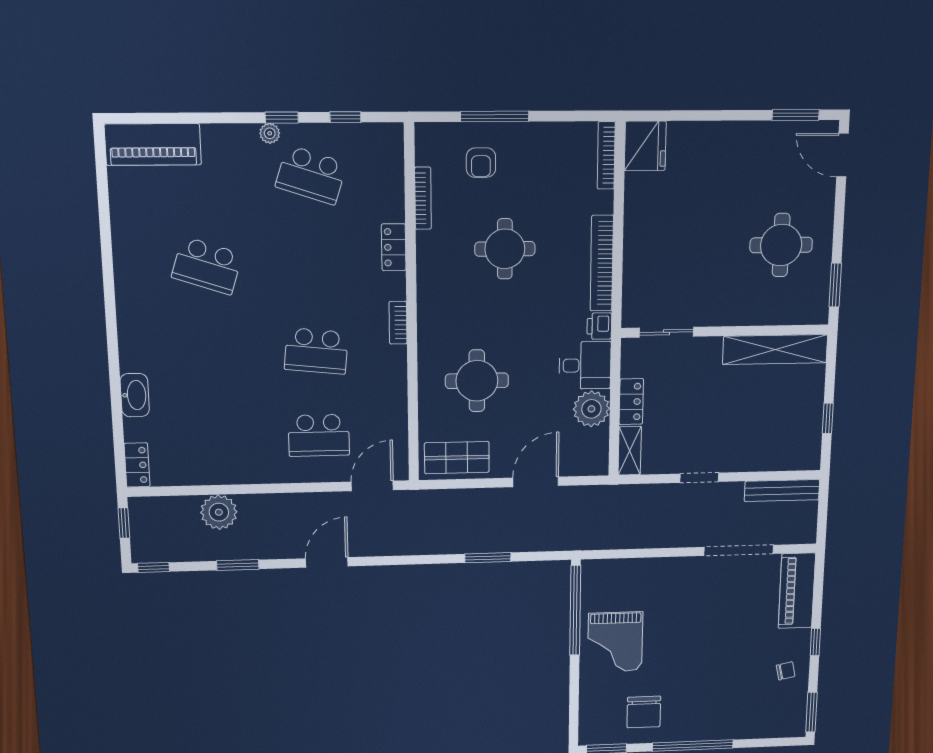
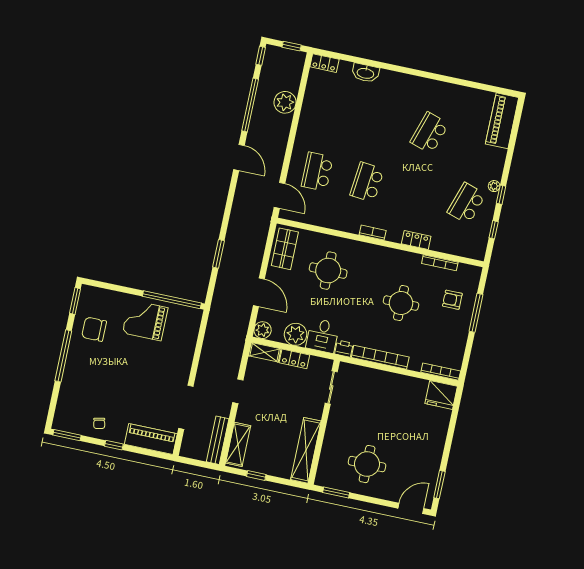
shelving: (783, 458) -> (238, 444), added
plant: (595, 462) -> (263, 330), added
window: (238, 565) -> (250, 105), width x2.11

